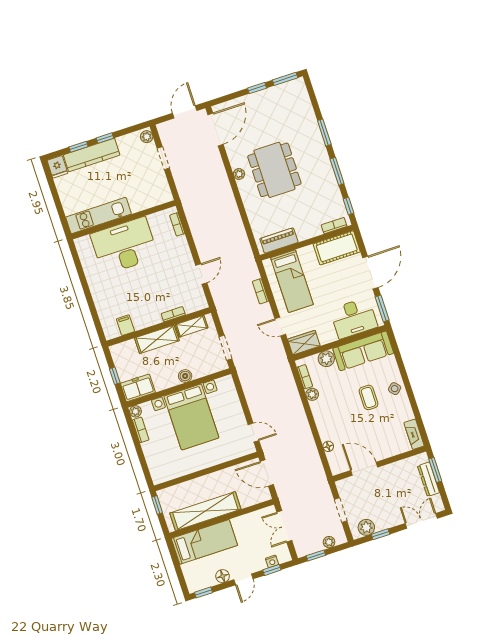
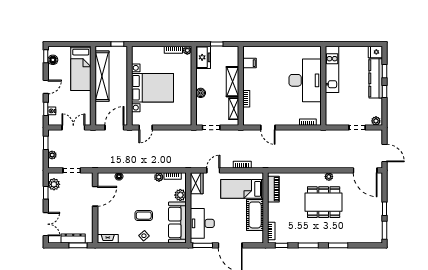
cot: (337, 248) -> (255, 215), moved
bed with nightstands: (191, 417) -> (152, 88), moved, turned 180
floor lamp: (223, 576) -> (53, 60), moved
door: (243, 579) -> (46, 87), swing flipped

